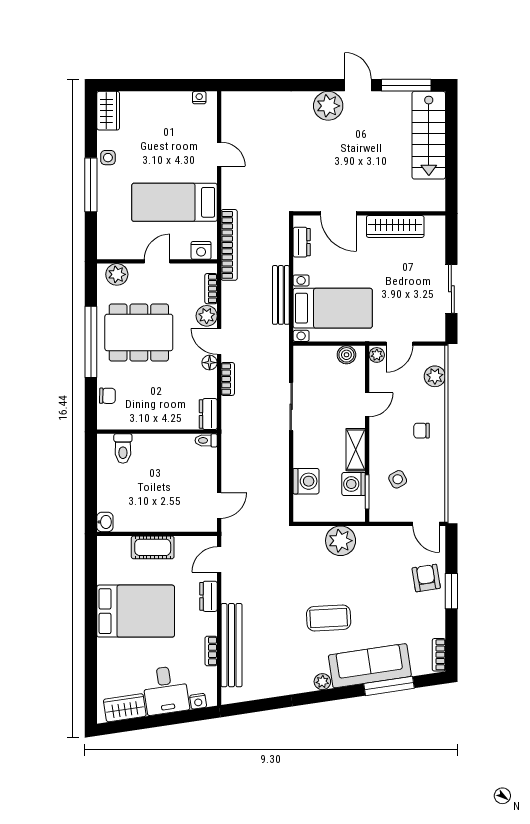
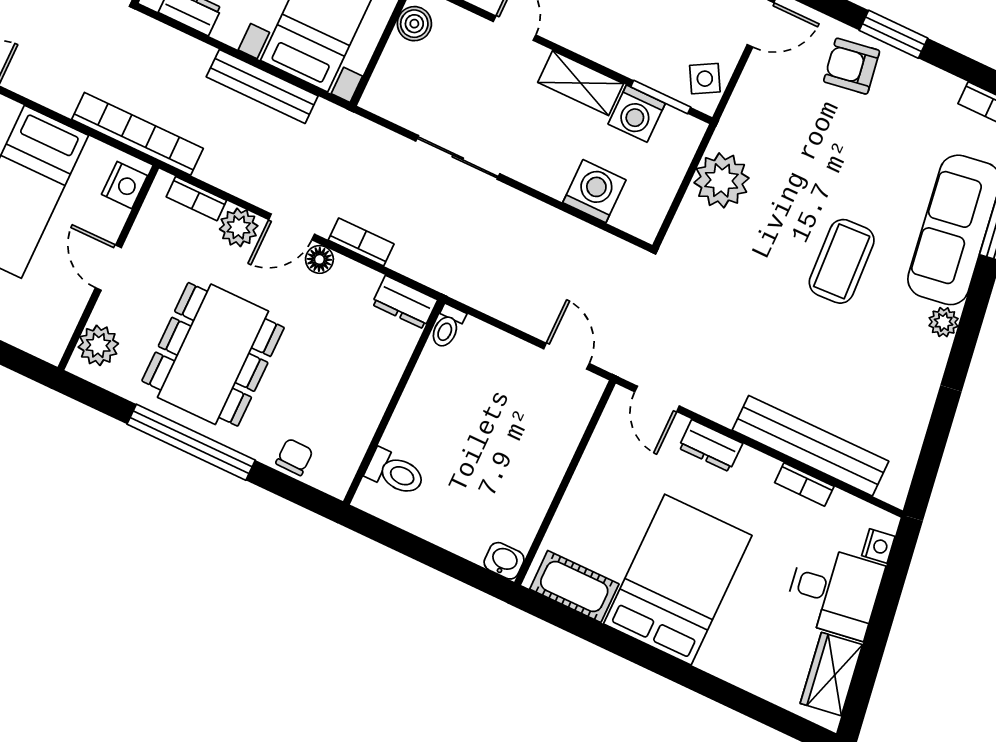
side table: (398, 479) -> (705, 79), moved
cot: (153, 547) -> (574, 586), moved, turned 90

